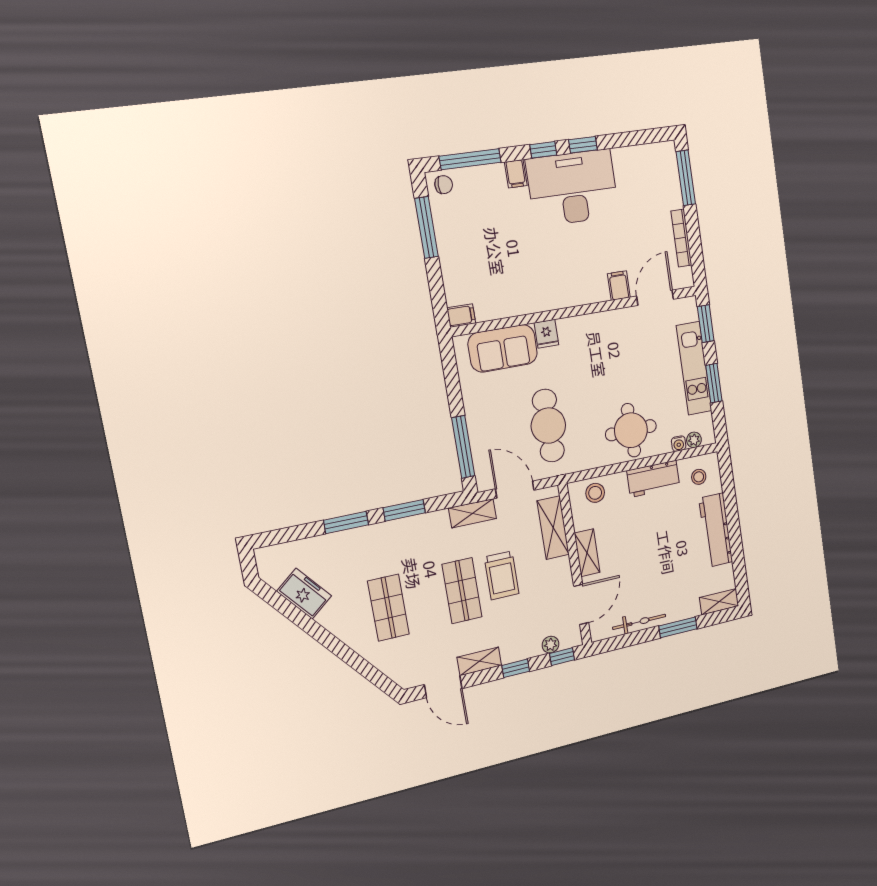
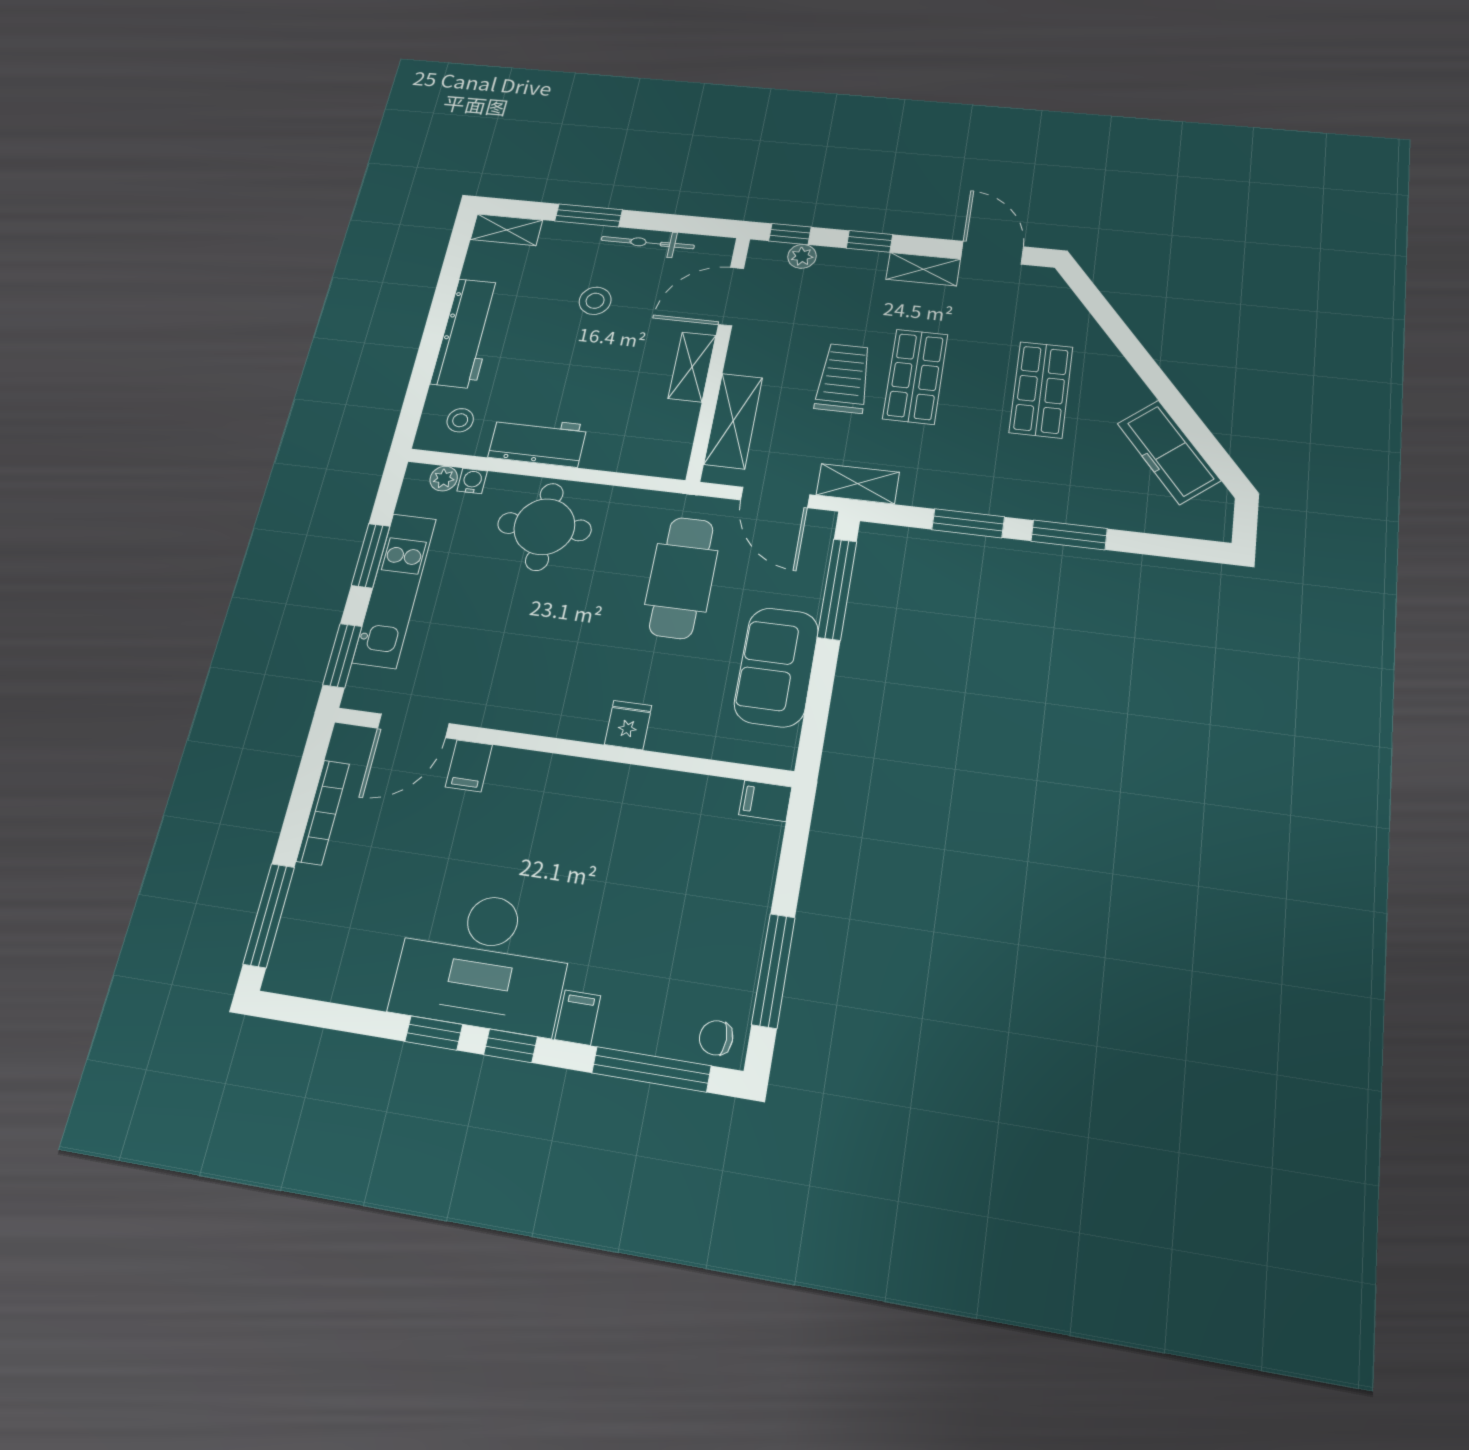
sofa: (503, 348) -> (776, 667), moved, turned -90
stool: (595, 493) -> (595, 301), moved
freezer: (304, 594) -> (1169, 452), width x1.40

